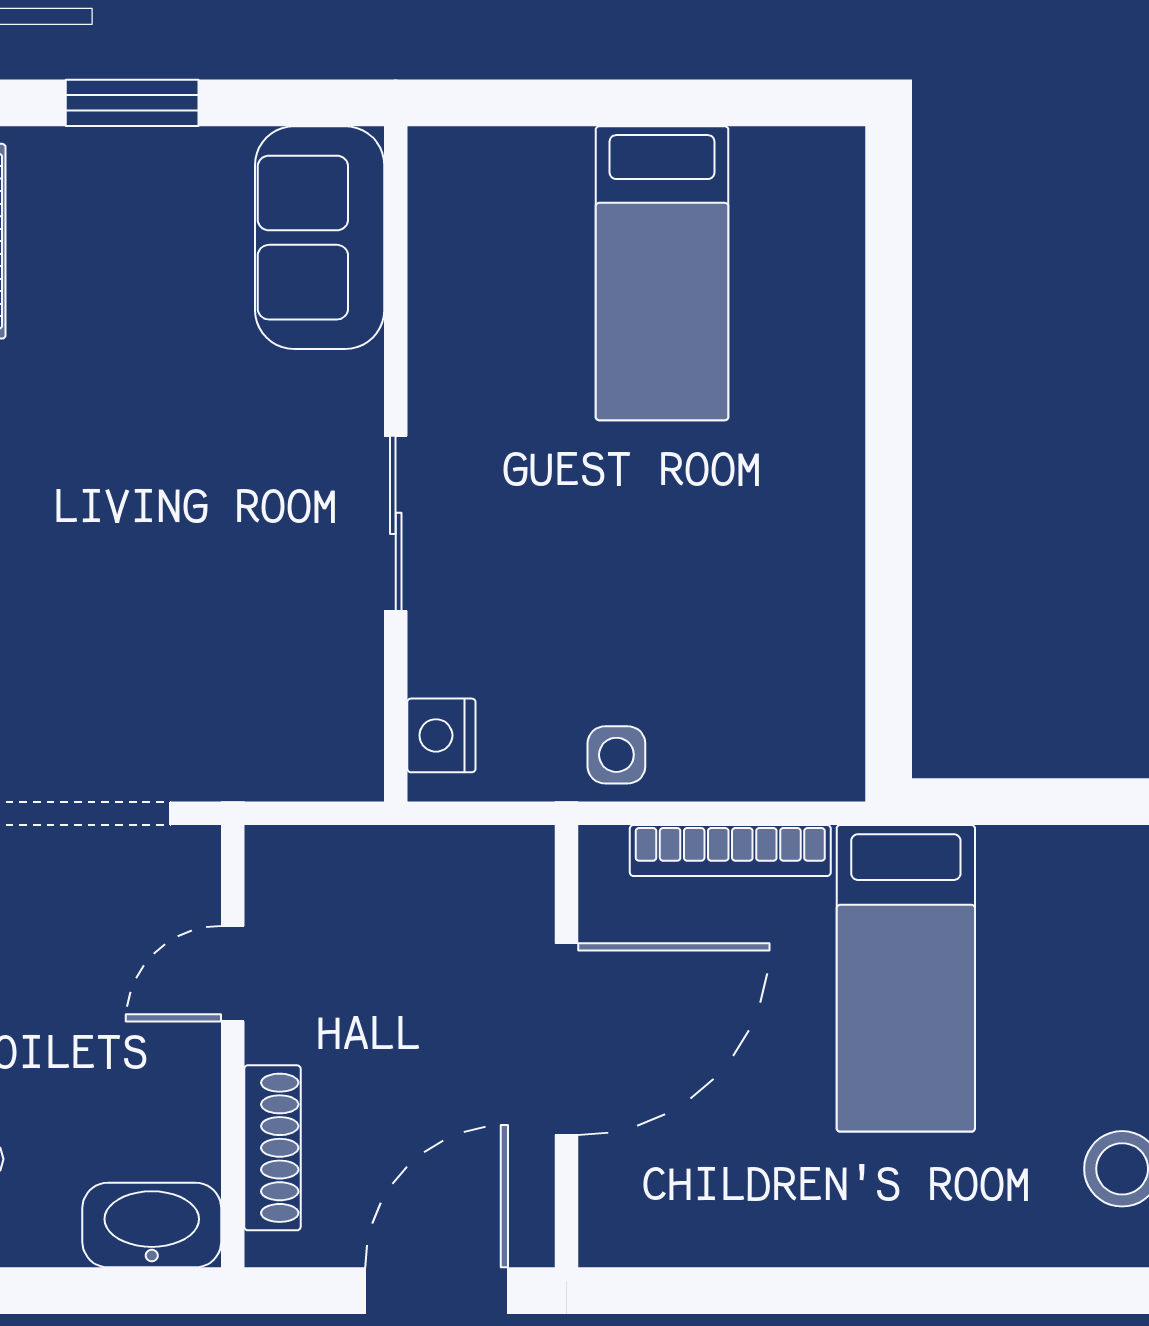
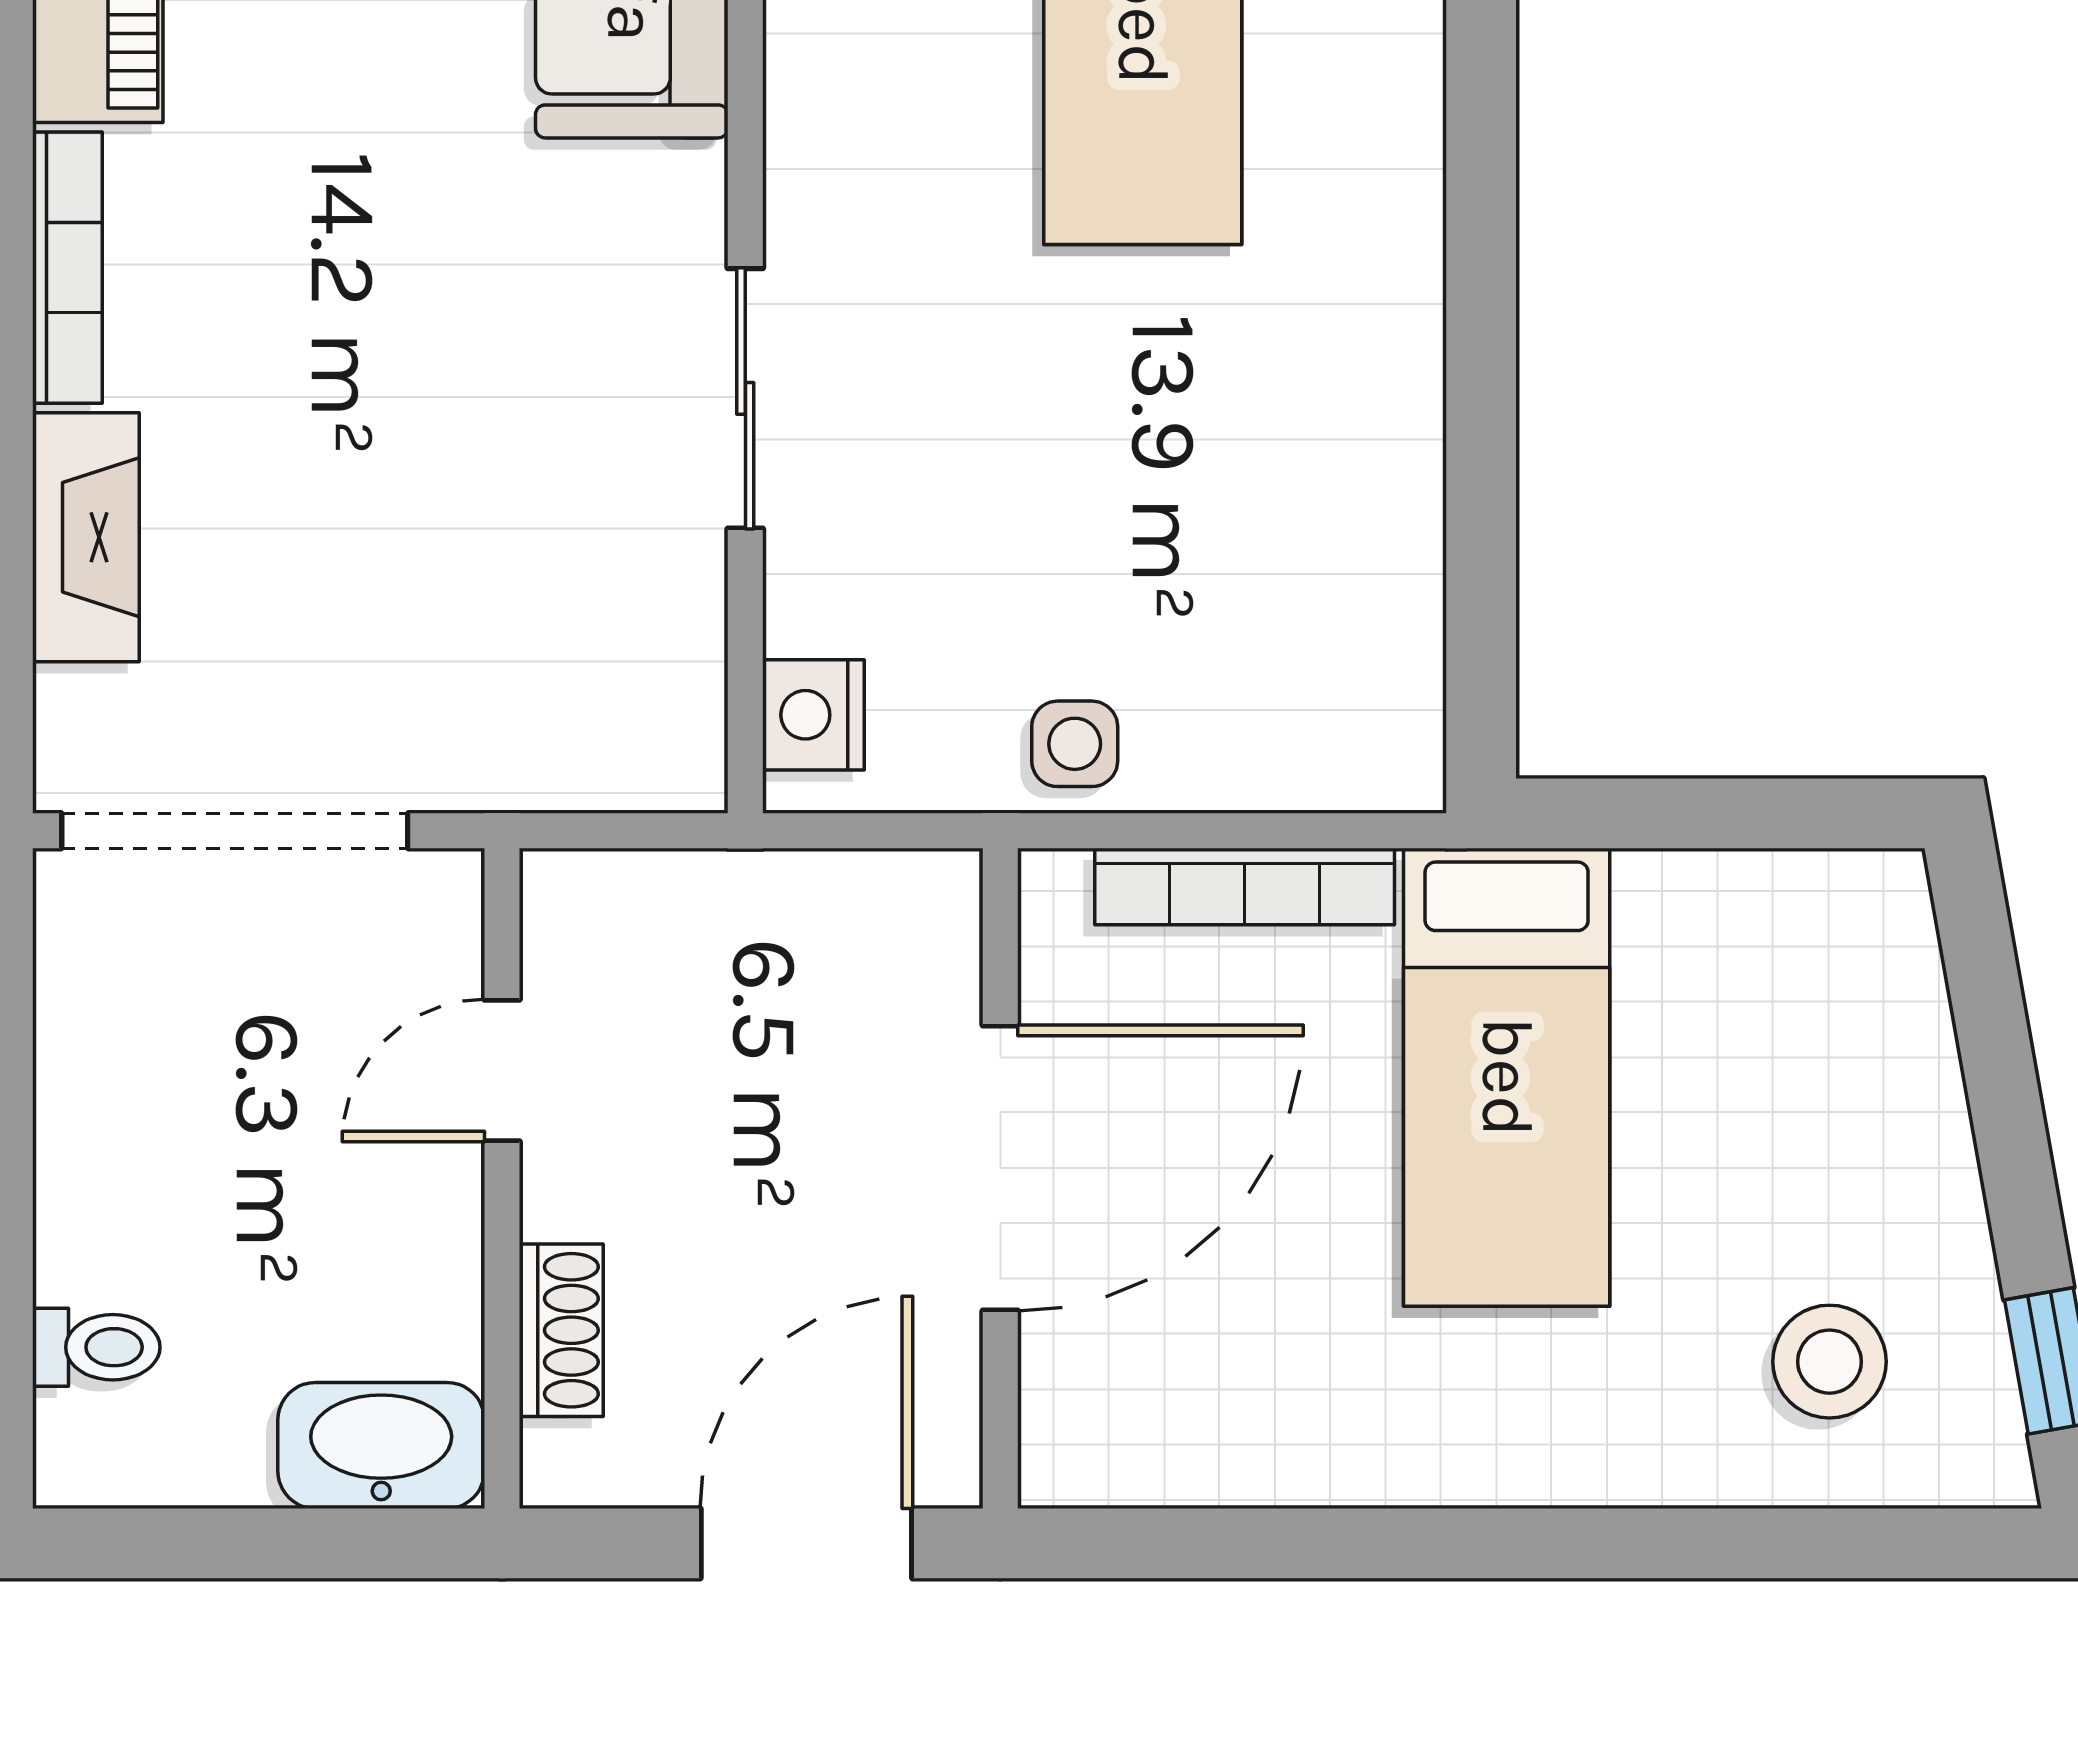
shoe rack: (272, 1148) -> (561, 1330), width x0.70

